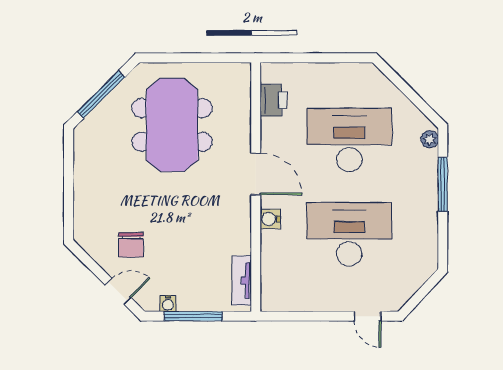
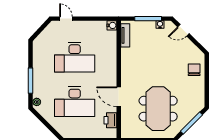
door: (256, 174) -> (119, 97), moved
water cooler: (270, 219) -> (112, 25), moved
chair: (131, 245) -> (194, 70), moved

